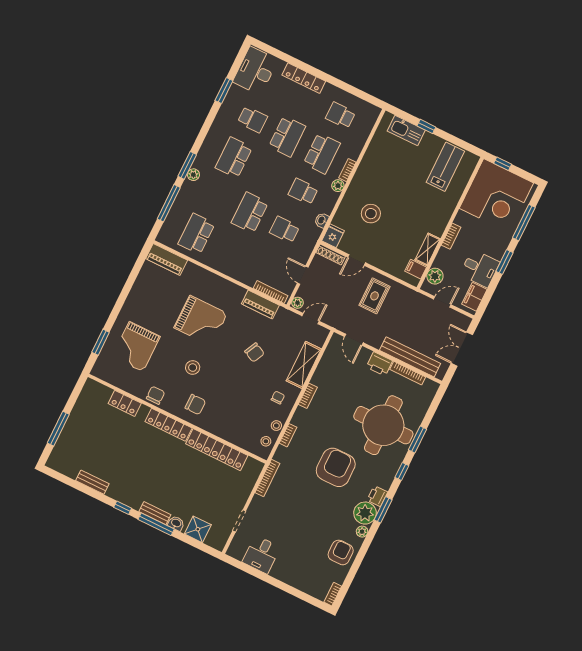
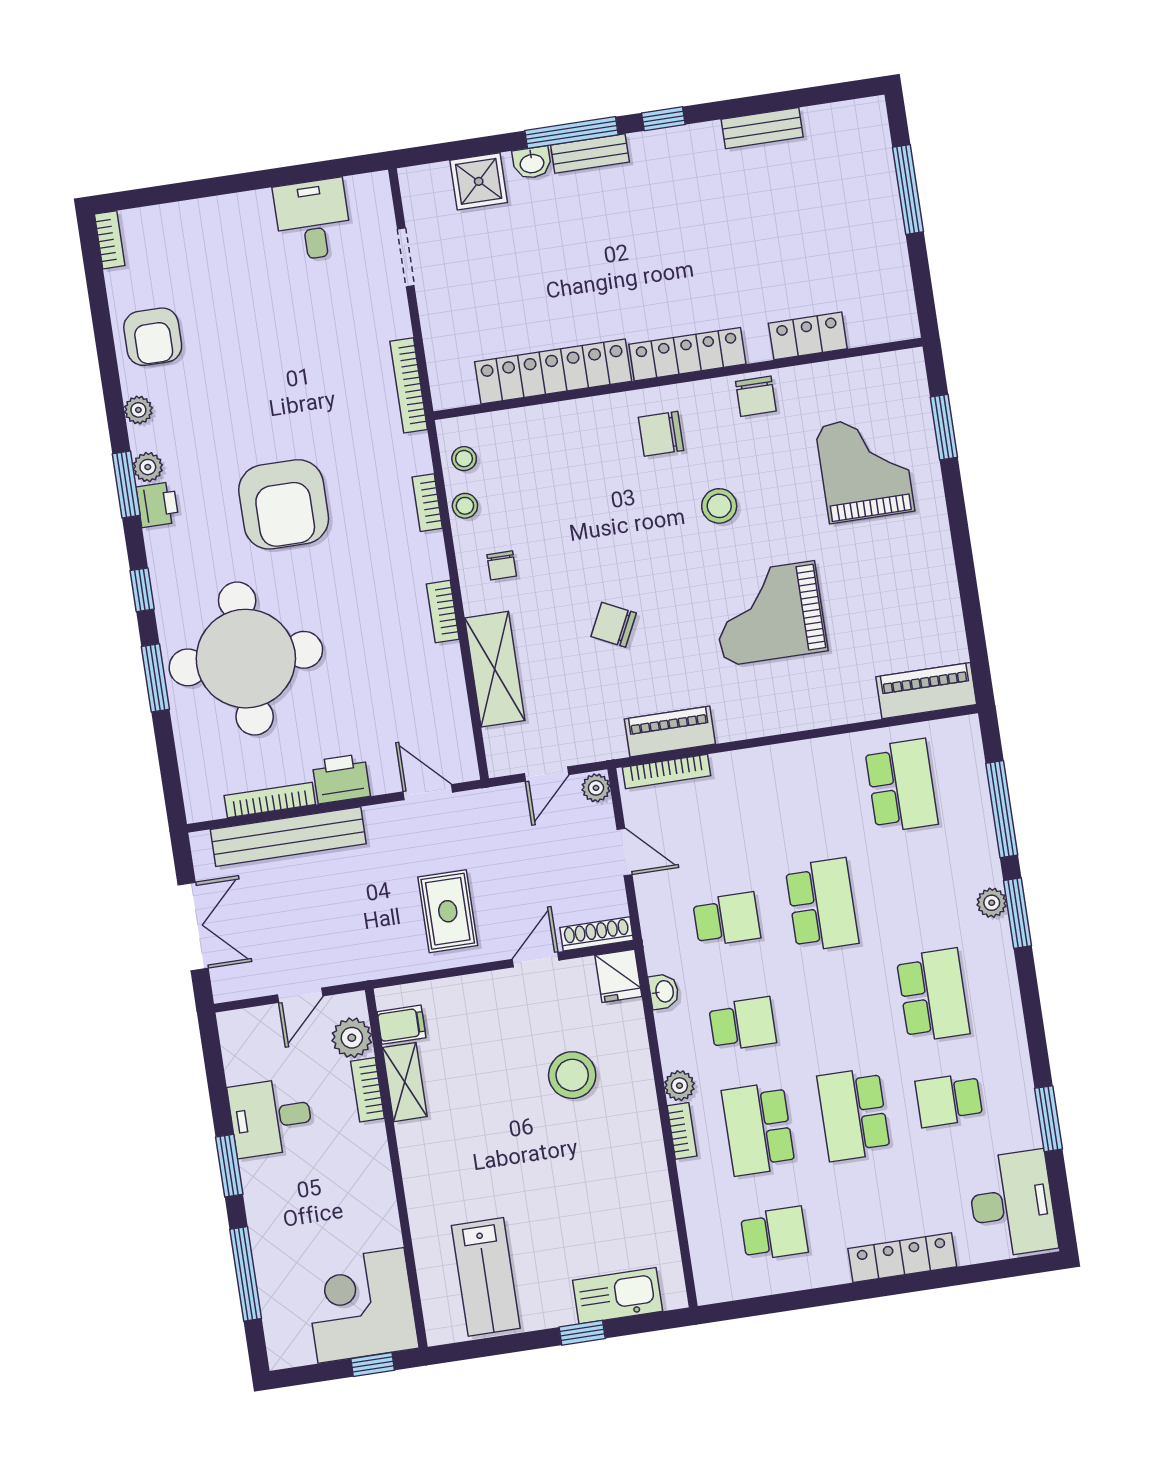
corner desk: (496, 196) -> (361, 1305), width x0.74, depth x0.74
bookcase: (451, 236) -> (368, 1090), moved
filing cabinet: (474, 297) -> (242, 1051), removed
plant: (365, 513) -> (148, 467), width x0.53, depth x0.53

